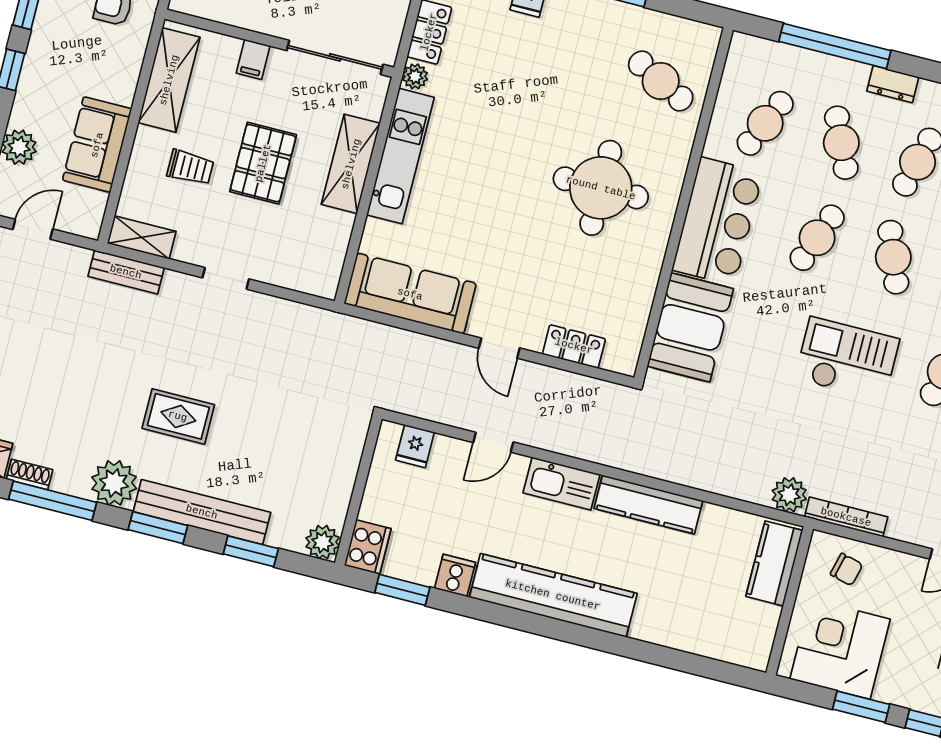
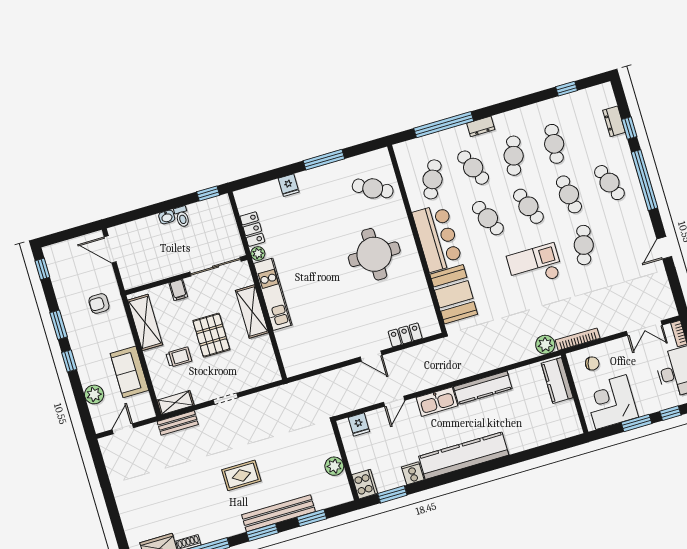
cafe table: (817, 238) -> (488, 218), turned -45
sofa: (410, 294) -> (315, 355), removed
plant: (114, 483) -> (230, 524), removed
plant: (323, 542) -> (334, 466), moved

